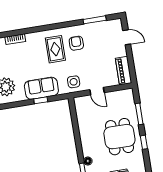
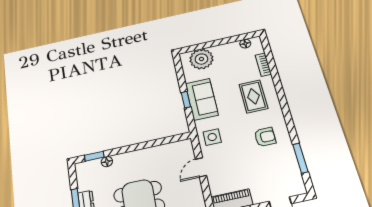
rug: (55, 49) -> (253, 96), moved, turned 90

